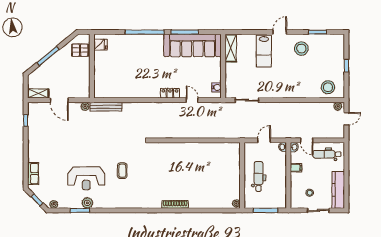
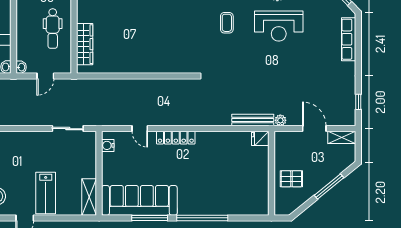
fridge: (100, 45) -> (260, 138), moved
pallet: (80, 50) -> (291, 179), moved
lab bench: (264, 51) -> (46, 193), turned 180
locker: (170, 93) -> (176, 138), width x1.53
wardrobe: (234, 164) -> (85, 44), added
coffee table: (122, 171) -> (227, 23), moved
row of seats: (33, 174) -> (349, 39), width x1.48
reception desk: (86, 178) -> (279, 26), turned 180

